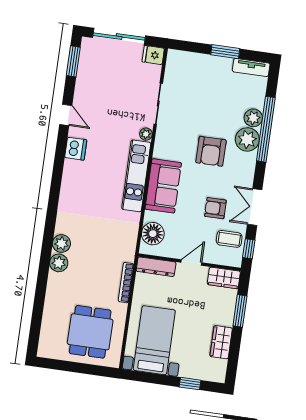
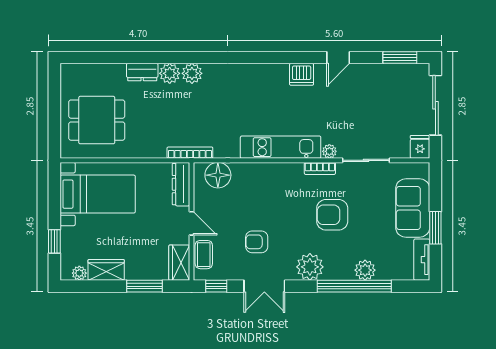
plant: (247, 139) -> (310, 267), moved
bookcase: (160, 144) -> (320, 168), added
armchair: (211, 151) -> (332, 215), moved
sofa: (163, 186) -> (413, 208), moved, turned 90
double door: (255, 207) -> (264, 286), swing flipped
armchair: (215, 208) -> (257, 242), turned -90
coffee table: (229, 239) -> (204, 255), moved
bookcase: (126, 283) -> (190, 153), moved
dresser: (54, 287) -> (142, 72), added
plant: (221, 366) -> (79, 273), added

